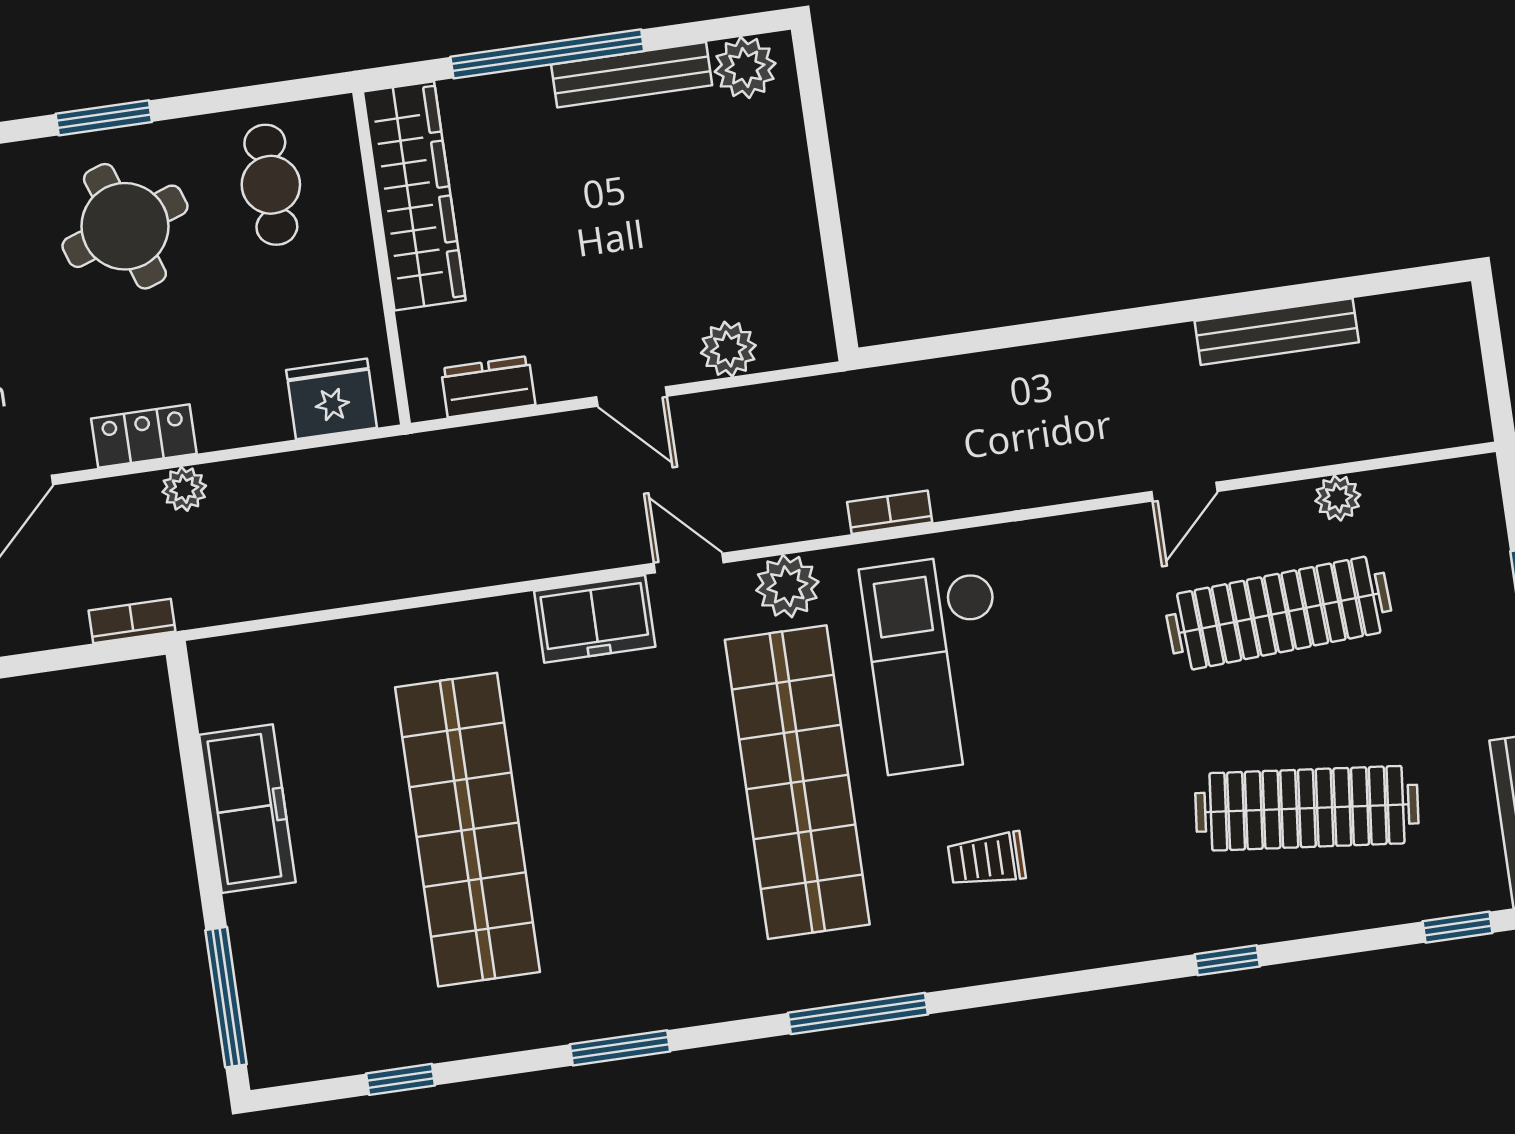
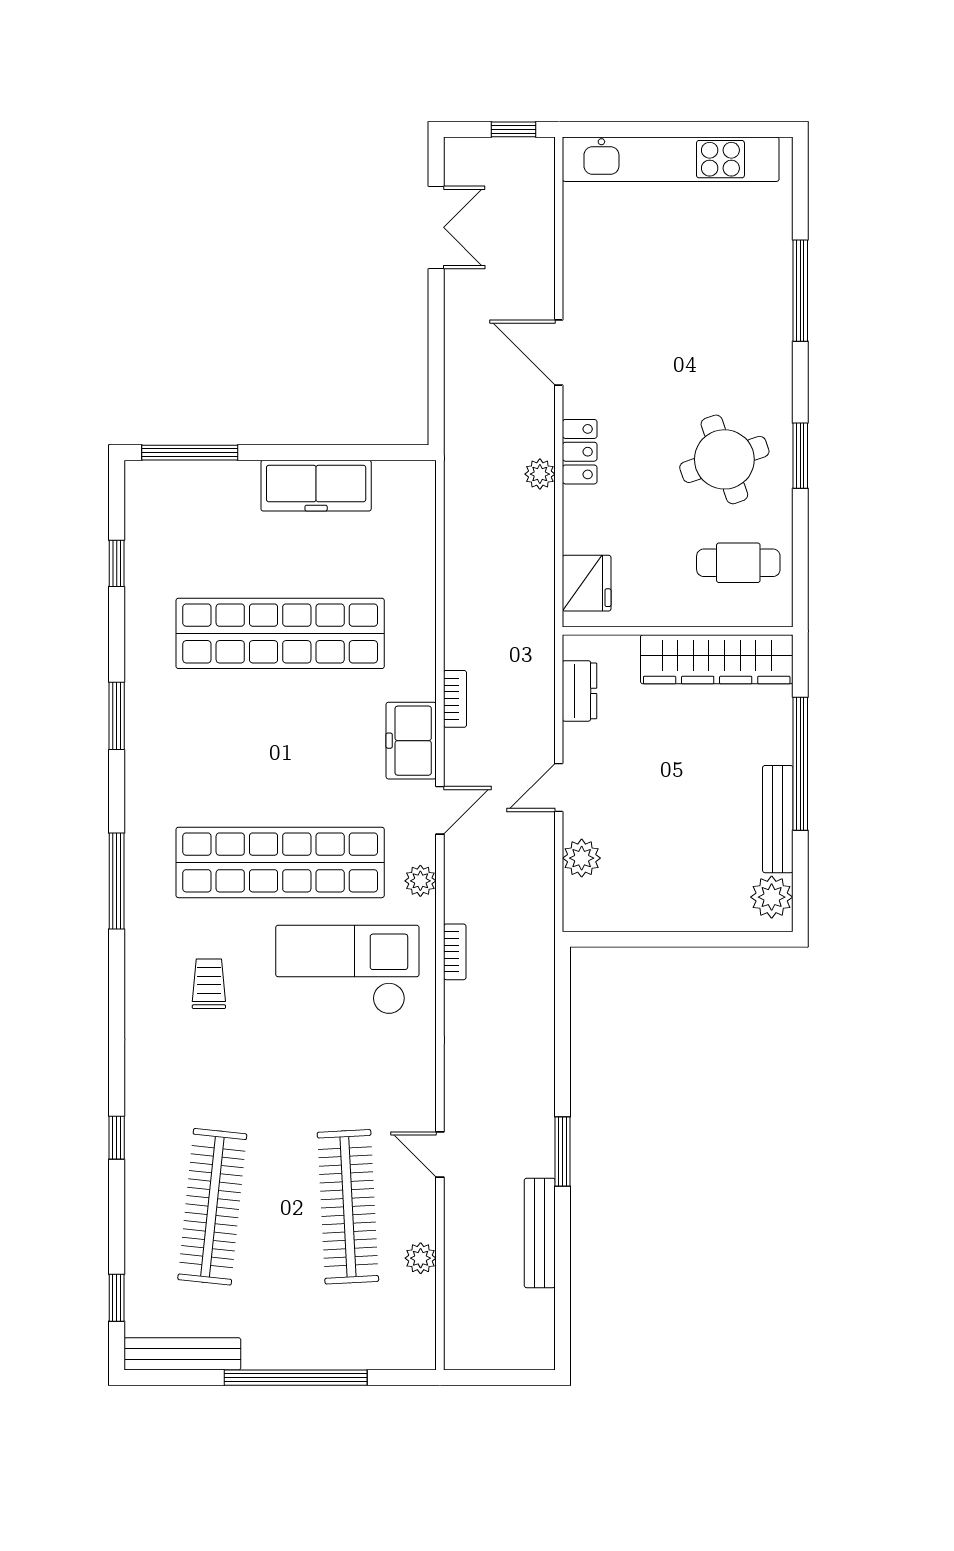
window: (1155, 316) -> (562, 1151), added
plant: (787, 586) -> (420, 881), width x0.73, depth x0.73
bookcase: (132, 621) -> (455, 699), moved

